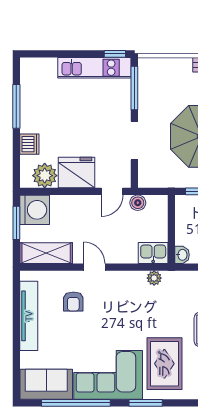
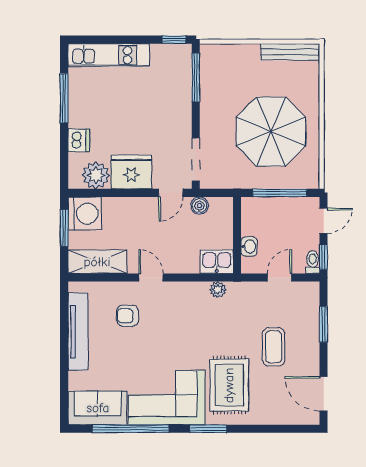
kitchen unit: (94, 68) -> (109, 55), moved
doorway: (134, 140) -> (196, 159), moved
washbasin: (182, 255) -> (249, 246), moved
armchair: (73, 302) -> (128, 316), turned 90

